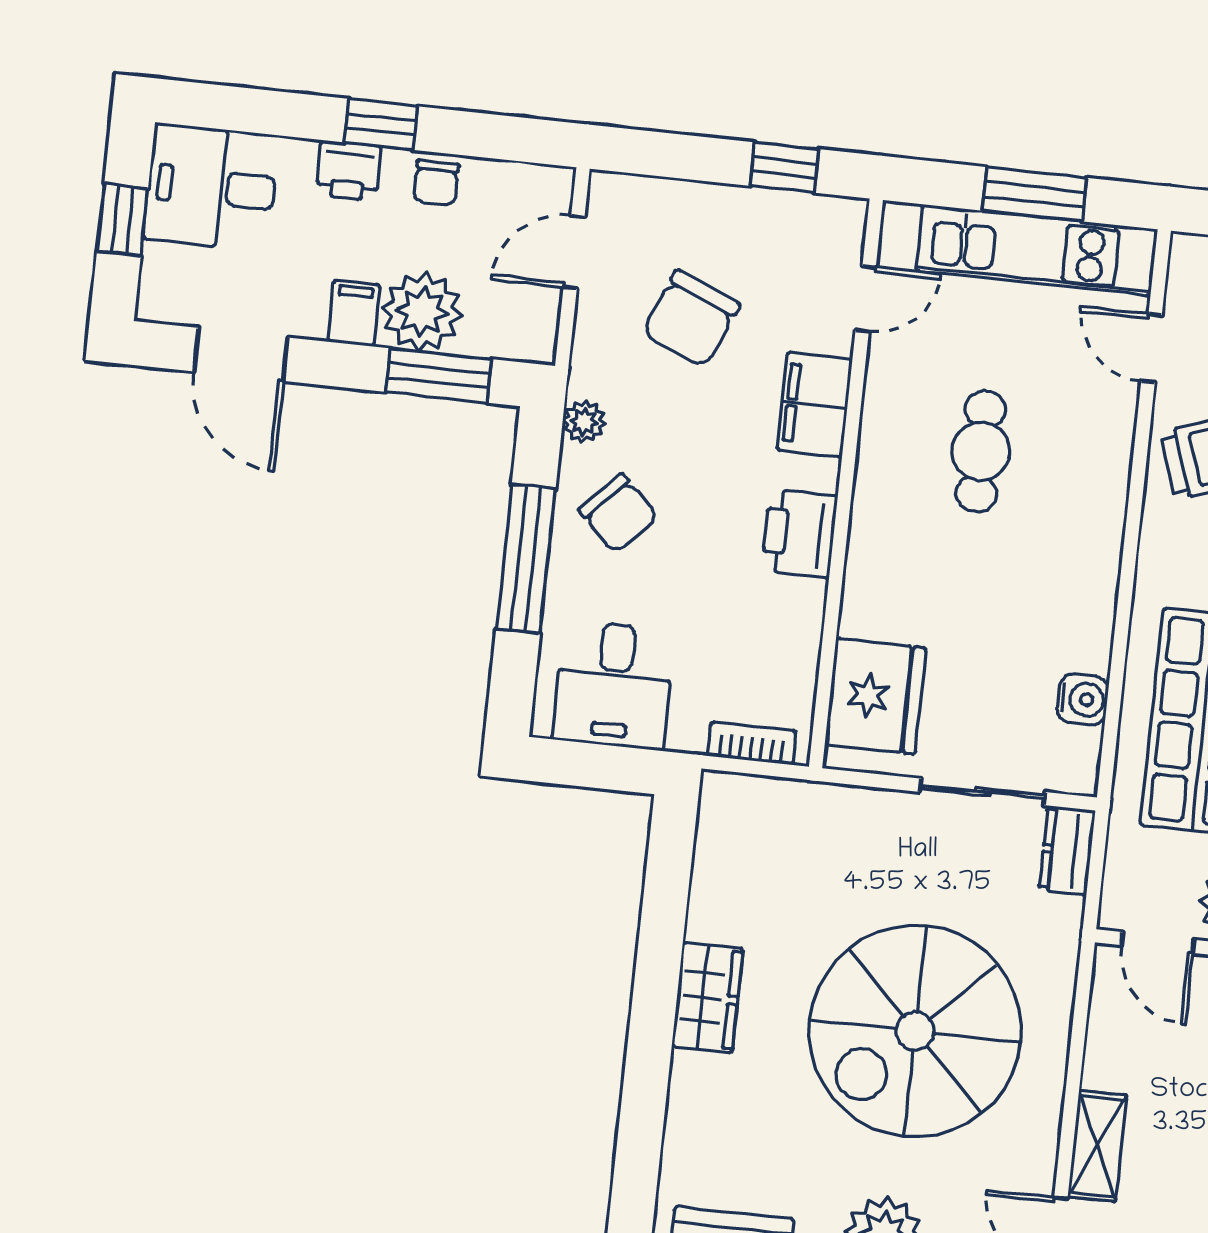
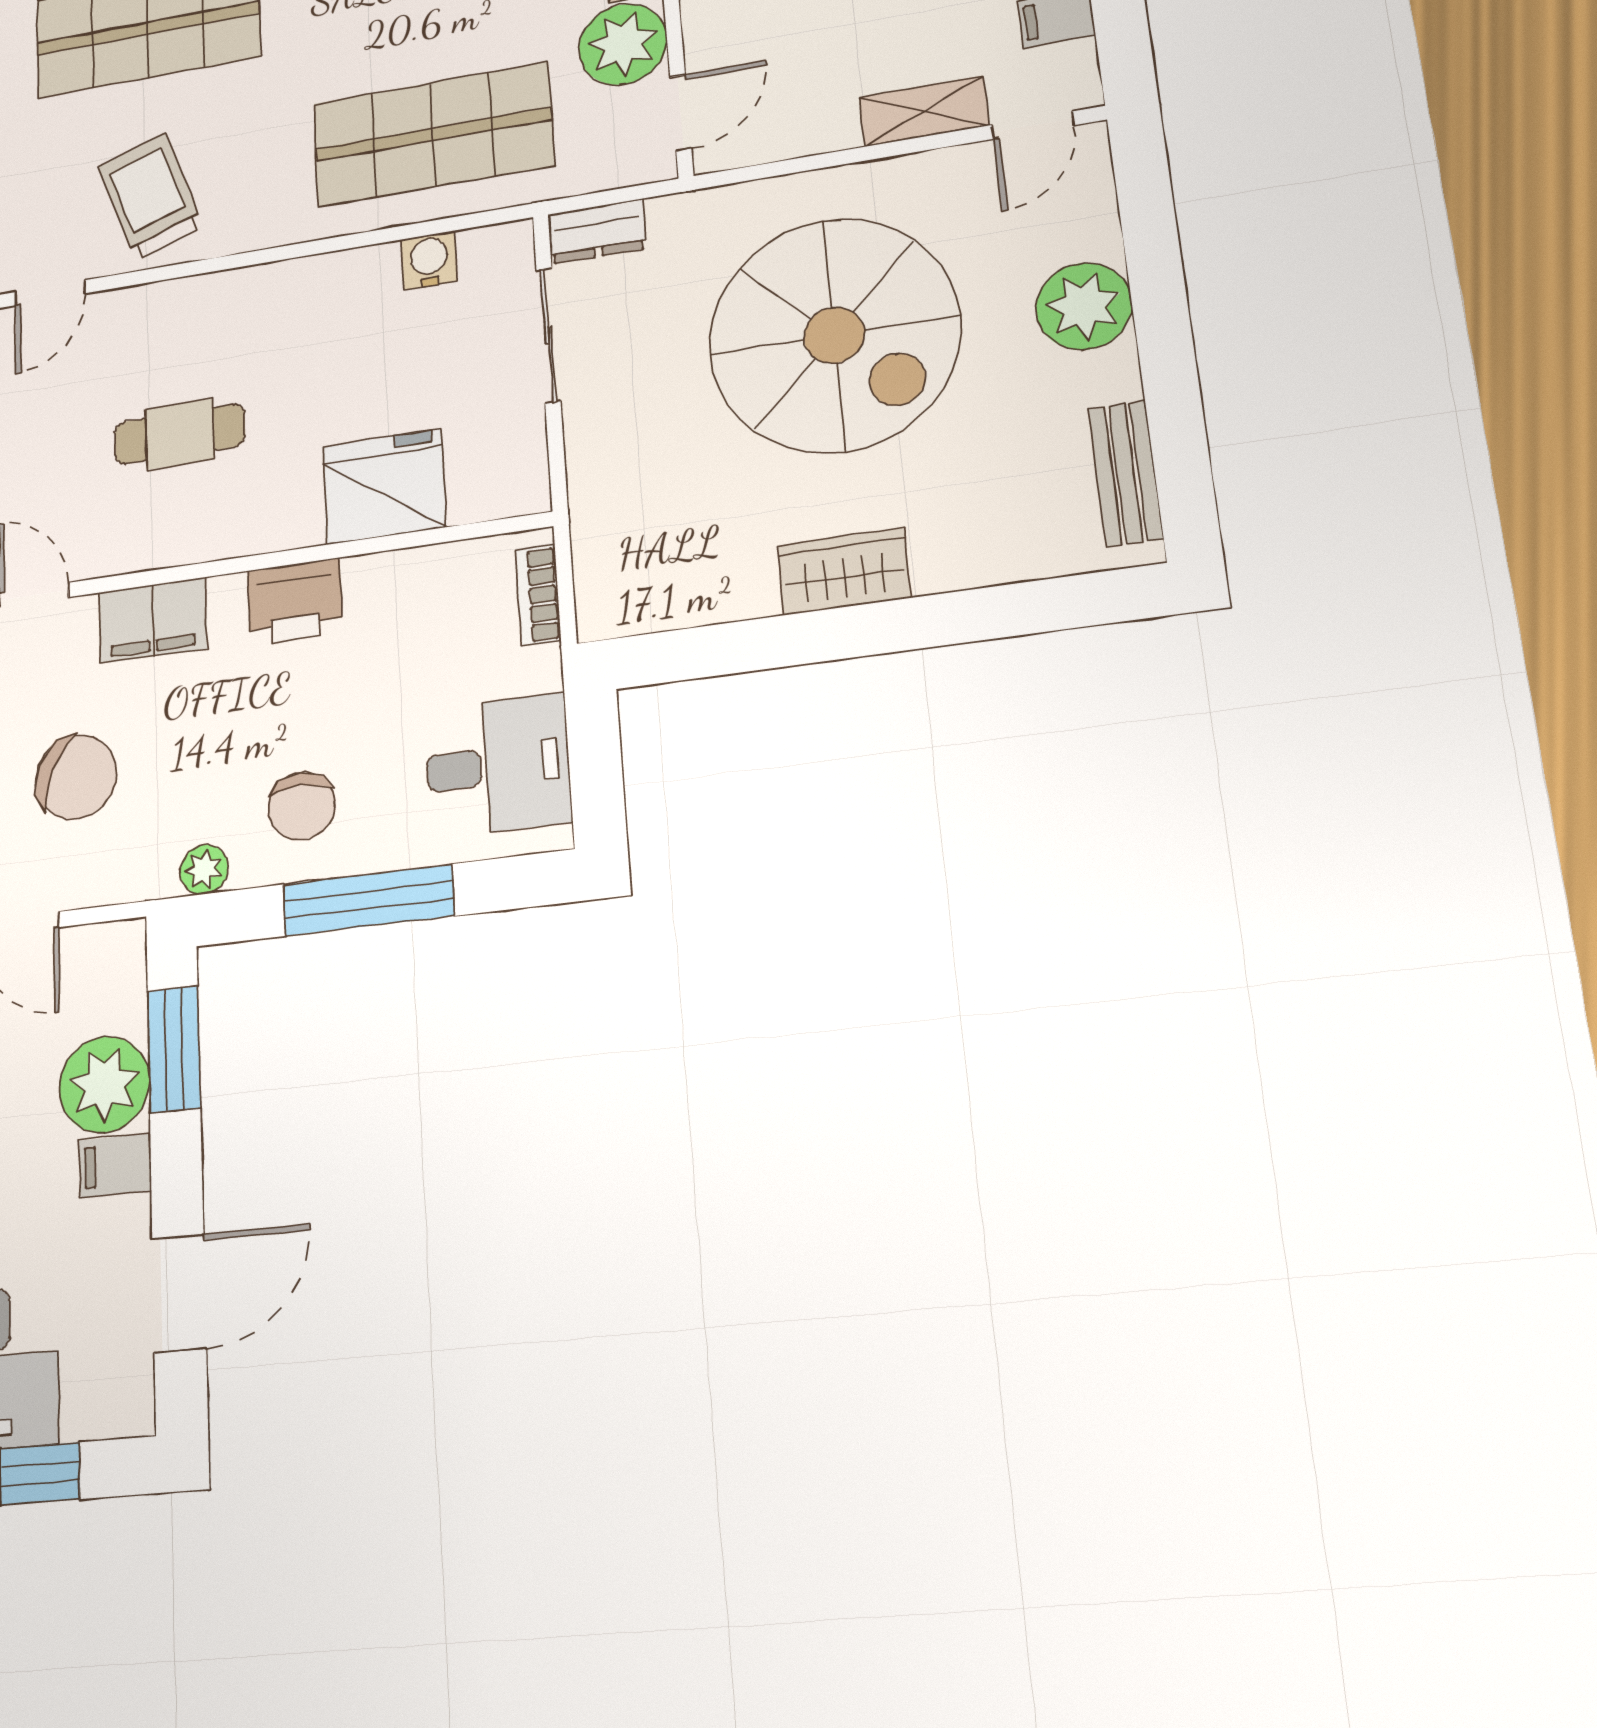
chair: (618, 514) -> (302, 806), turned 136
fridge: (876, 696) -> (384, 487), moved

